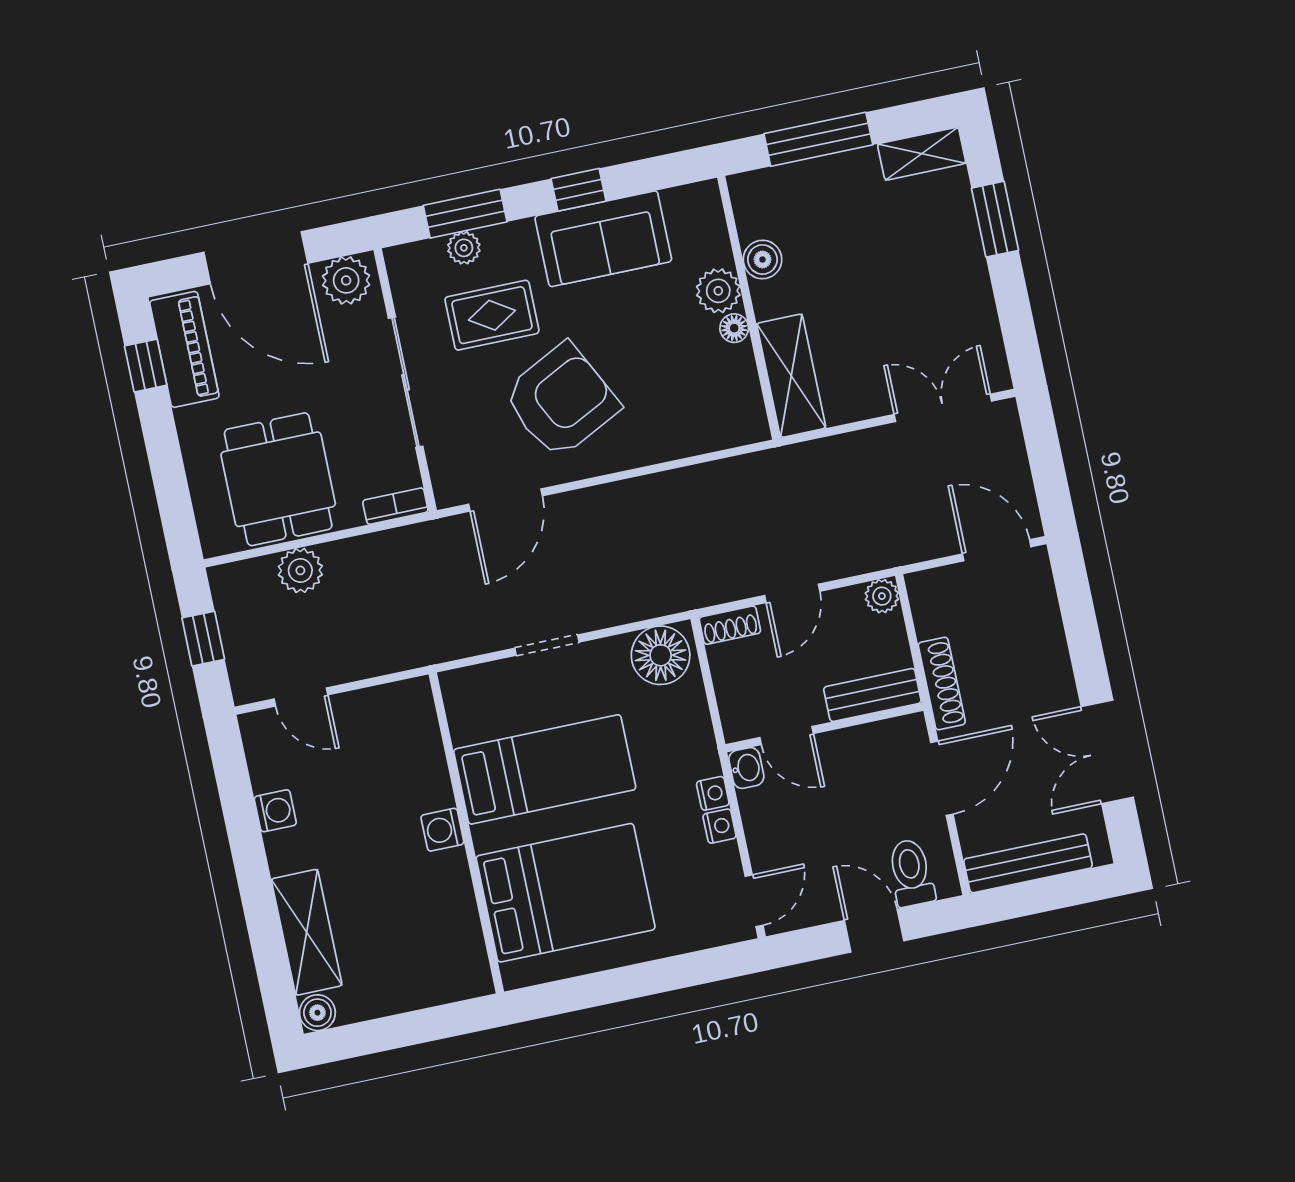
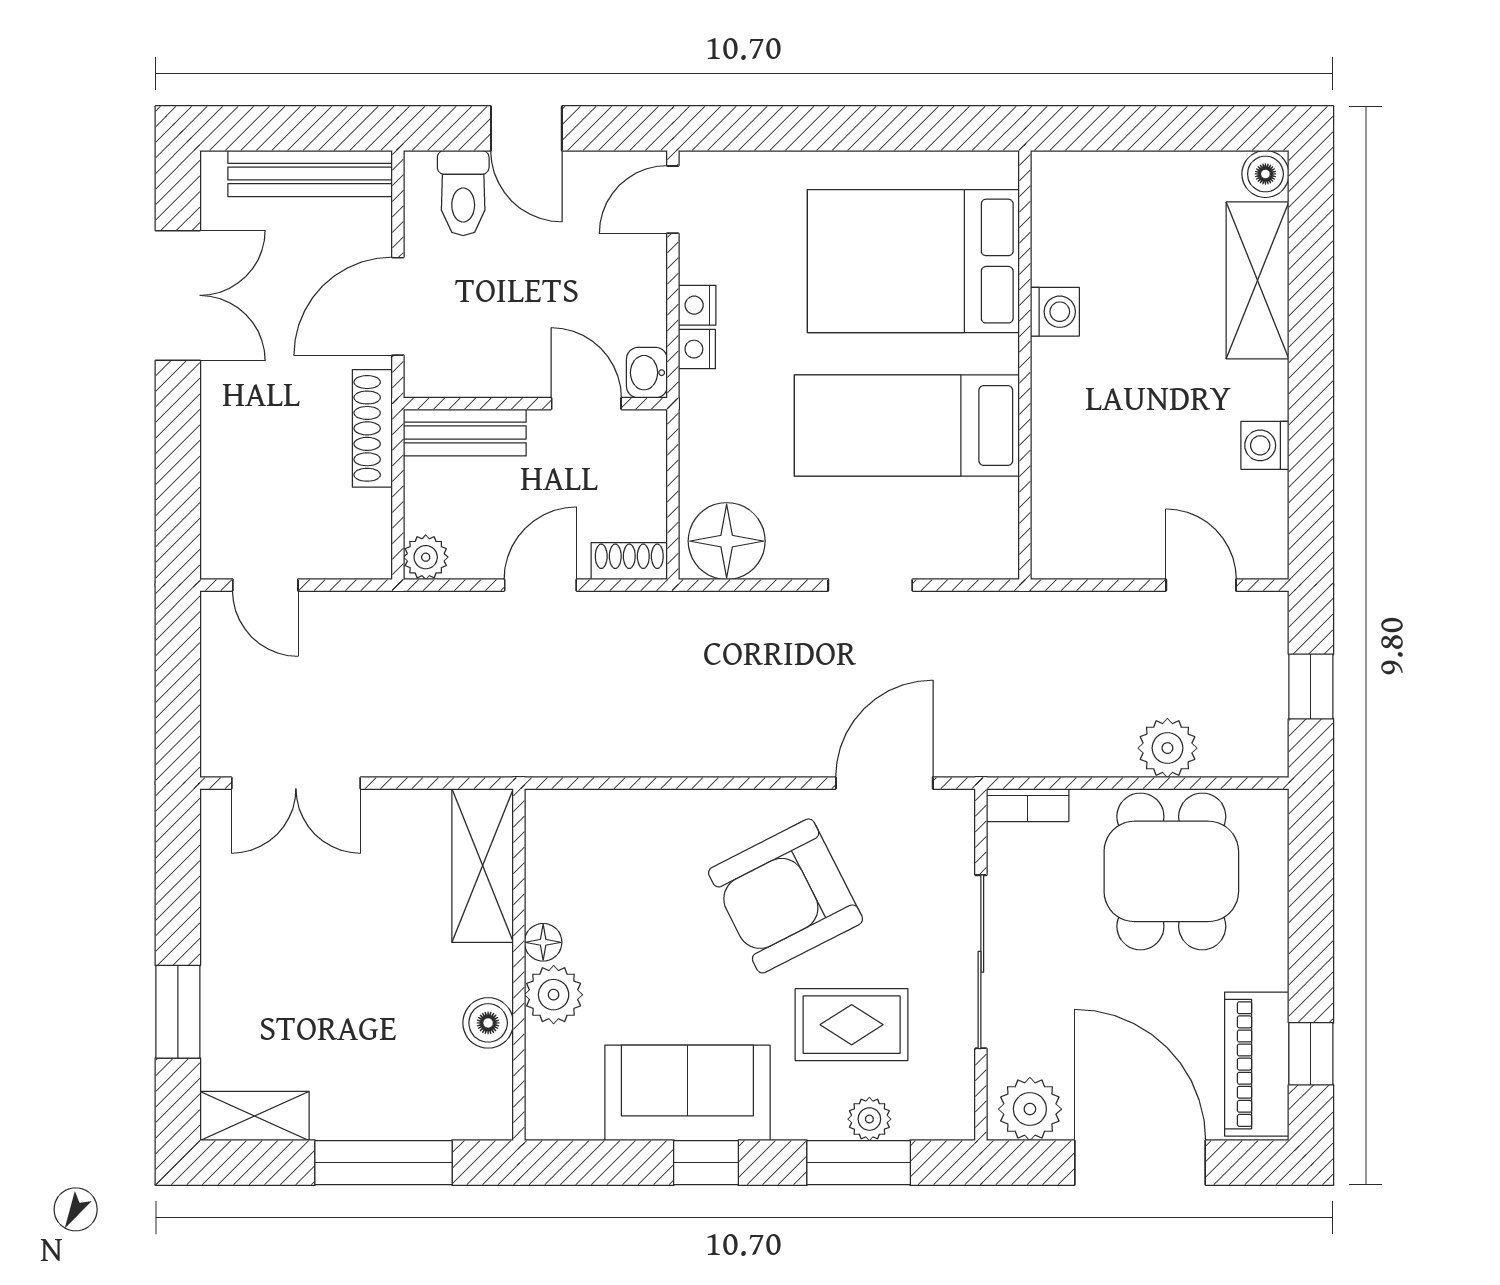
door: (997, 550) -> (265, 585), width x0.73
washing machine: (442, 830) -> (1055, 312), moved

